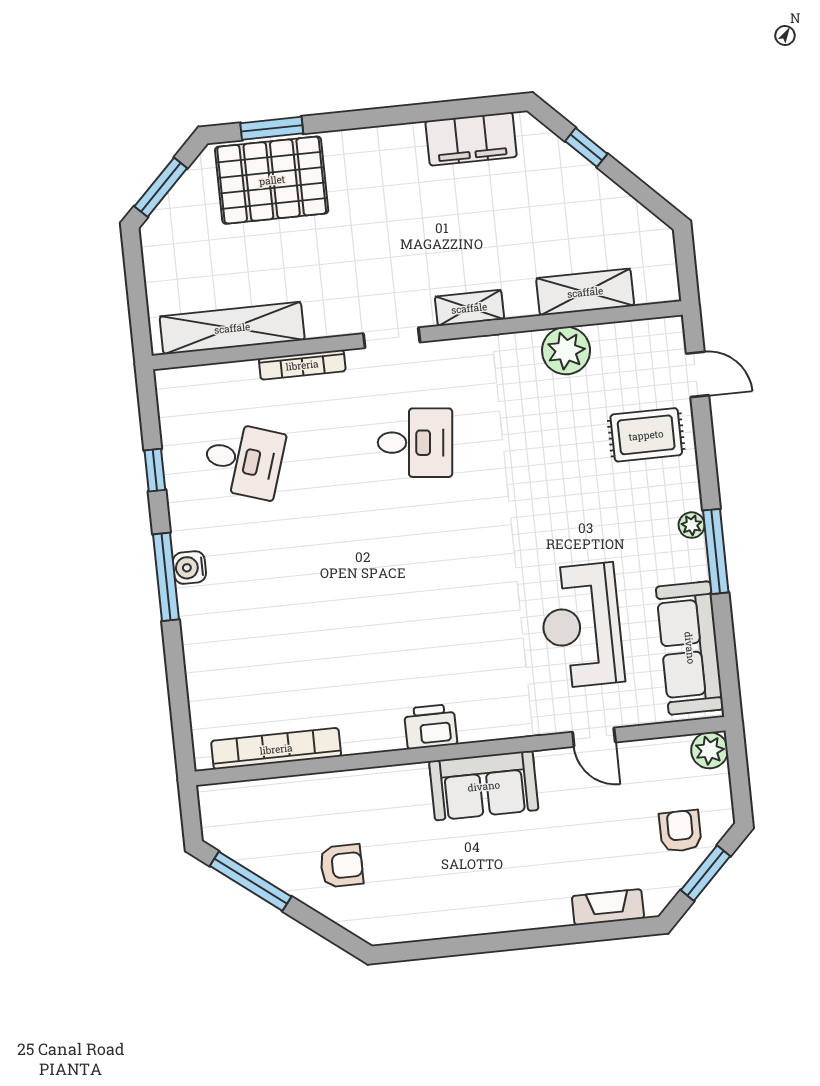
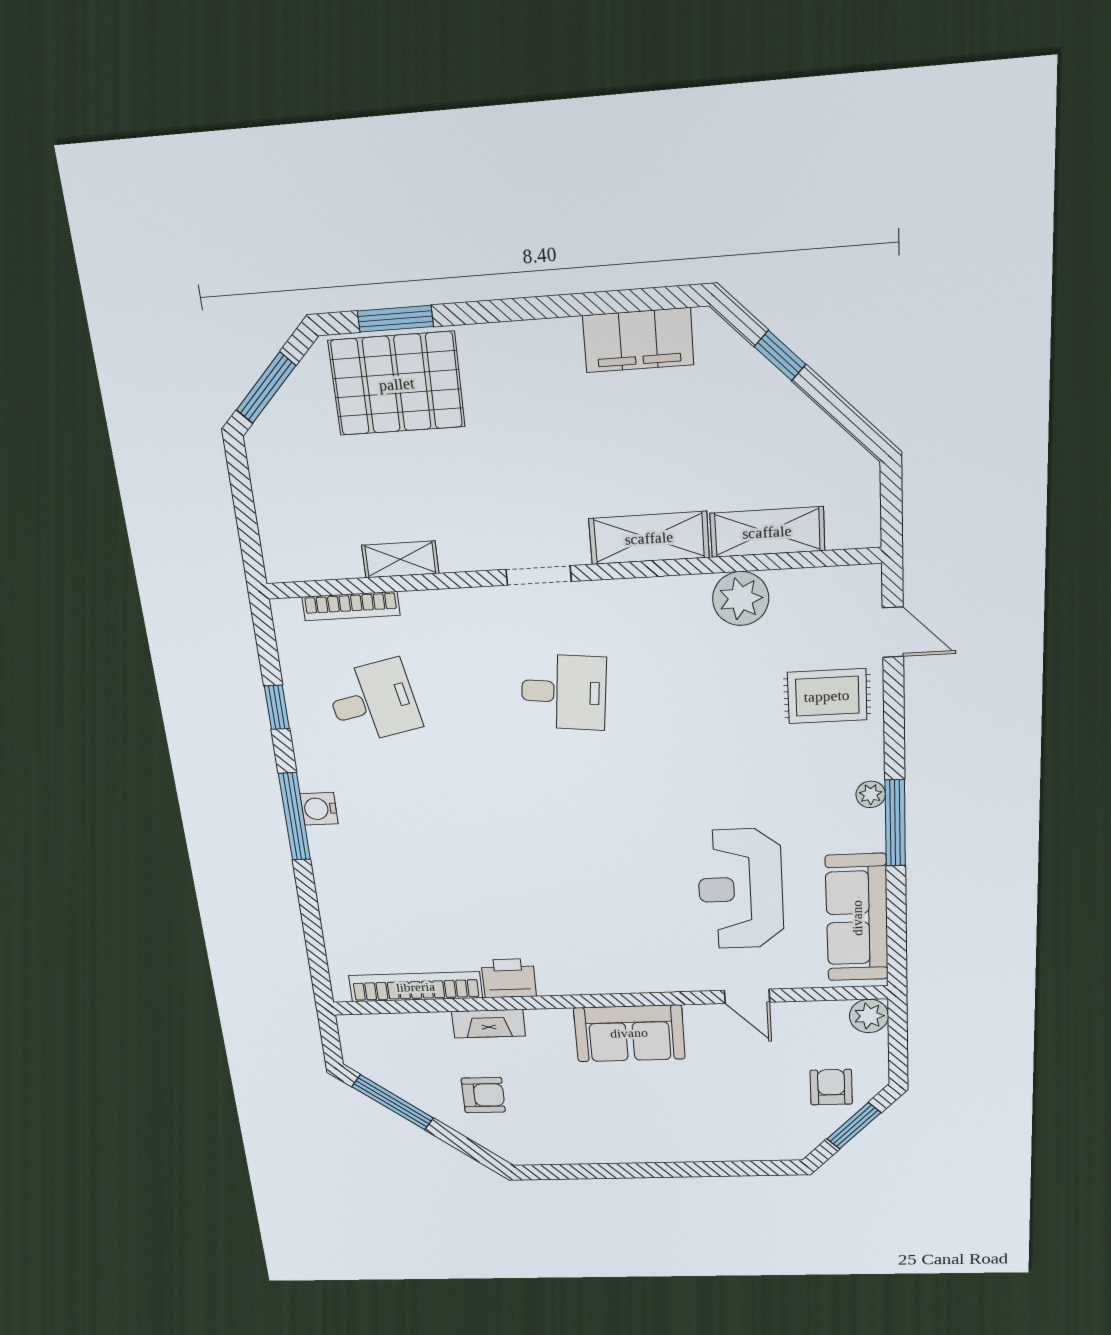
shelving: (469, 308) -> (649, 538), width x1.50, depth x1.33
shelving: (232, 328) -> (400, 559), width x0.45, depth x0.75
bookcase: (302, 365) -> (351, 606), moved
desk: (243, 460) -> (373, 702), turned -30
printer: (431, 727) -> (509, 978), moved
fireplace: (608, 907) -> (488, 1024), moved, turned 180

